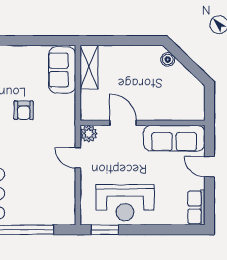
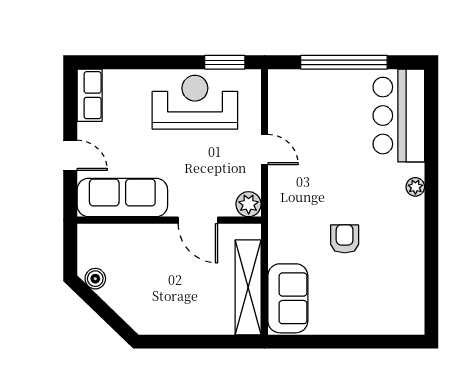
boiler: (168, 59) -> (95, 279), moved
shelving: (89, 67) -> (248, 287), width x1.47
door: (78, 158) -> (264, 150), moved

